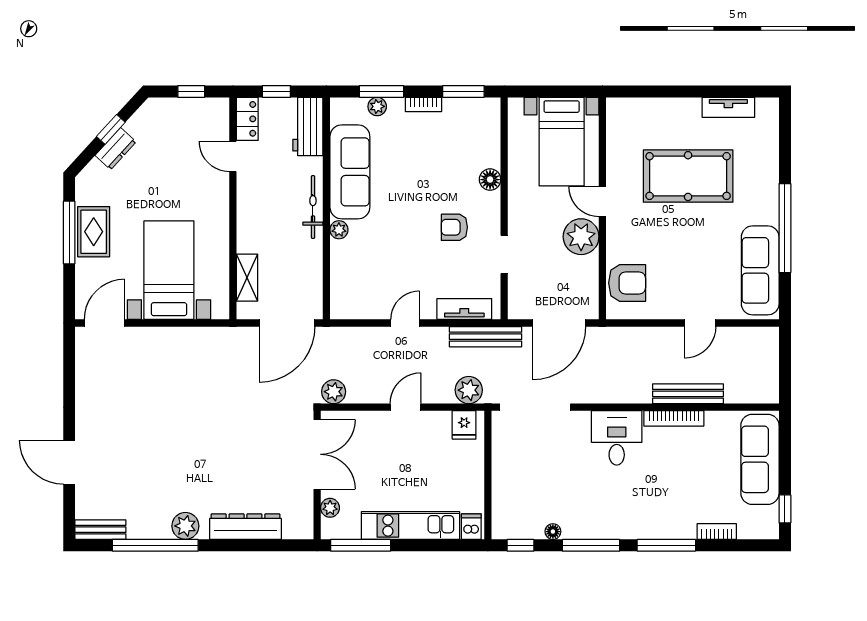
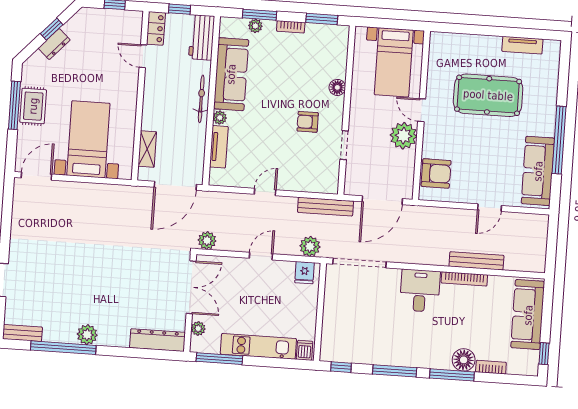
tv unit: (464, 309) -> (219, 147), moved, turned 90
dresser: (246, 527) -> (157, 340), moved
floor lamp: (553, 532) -> (464, 360), moved, width x1.89, depth x1.89

